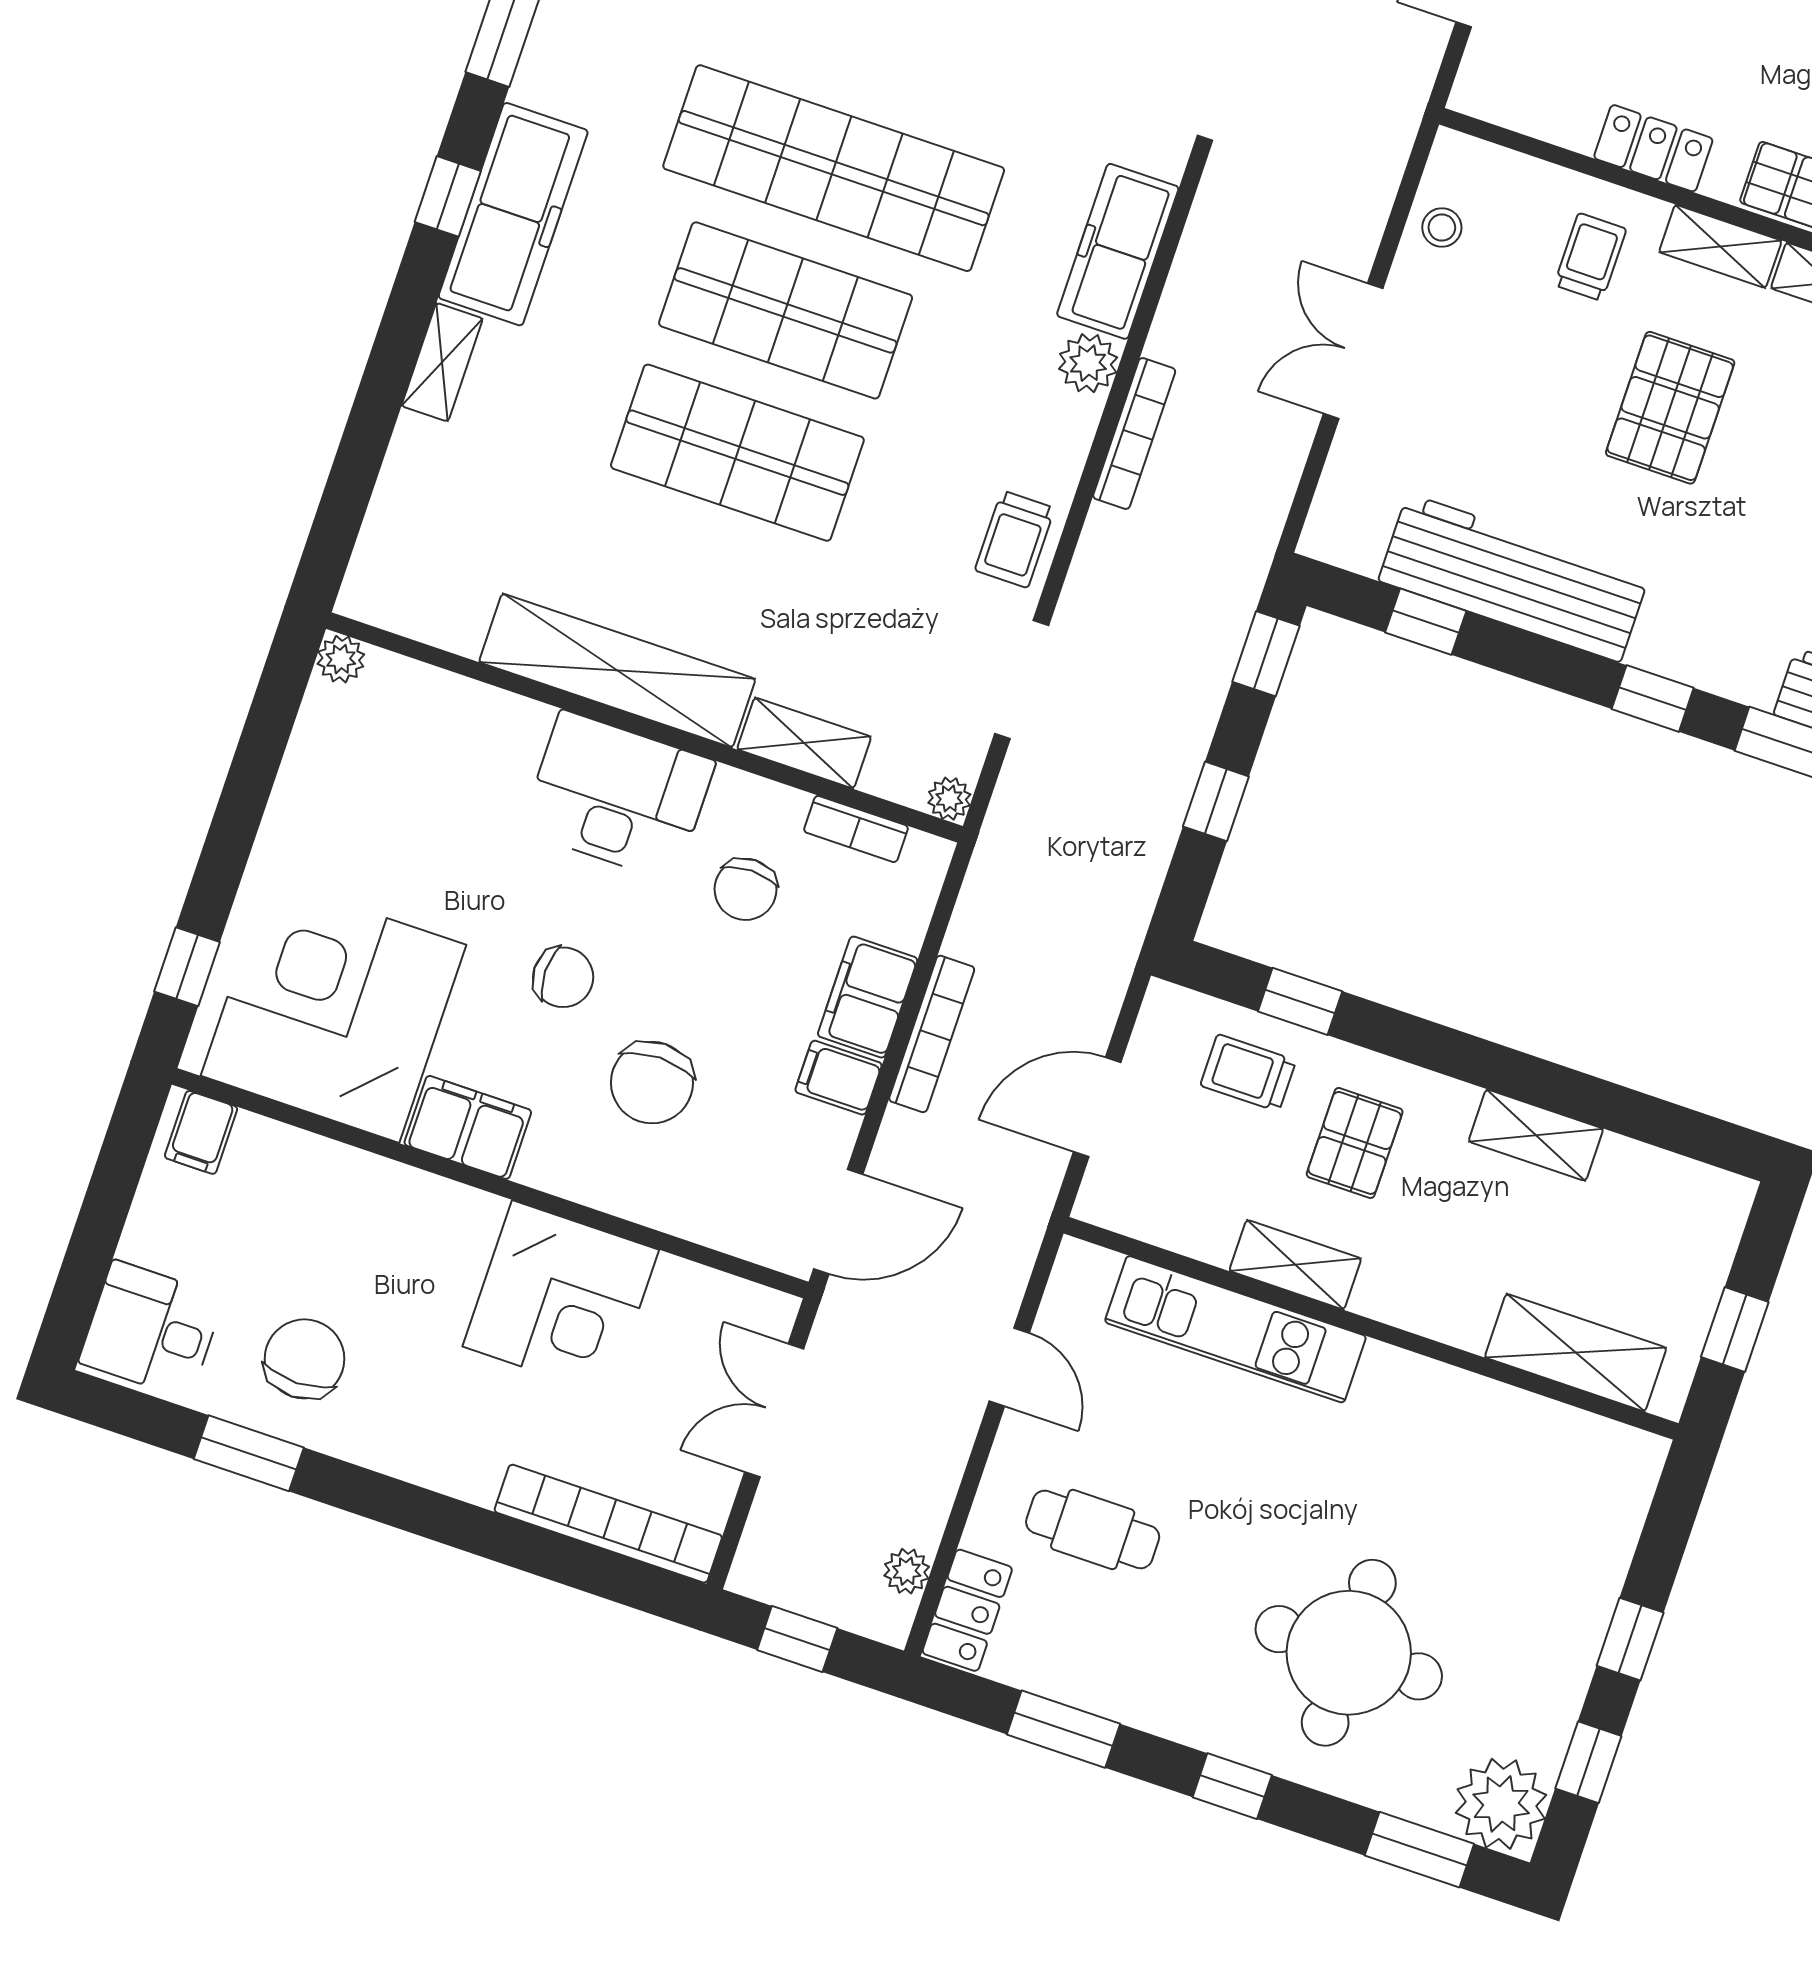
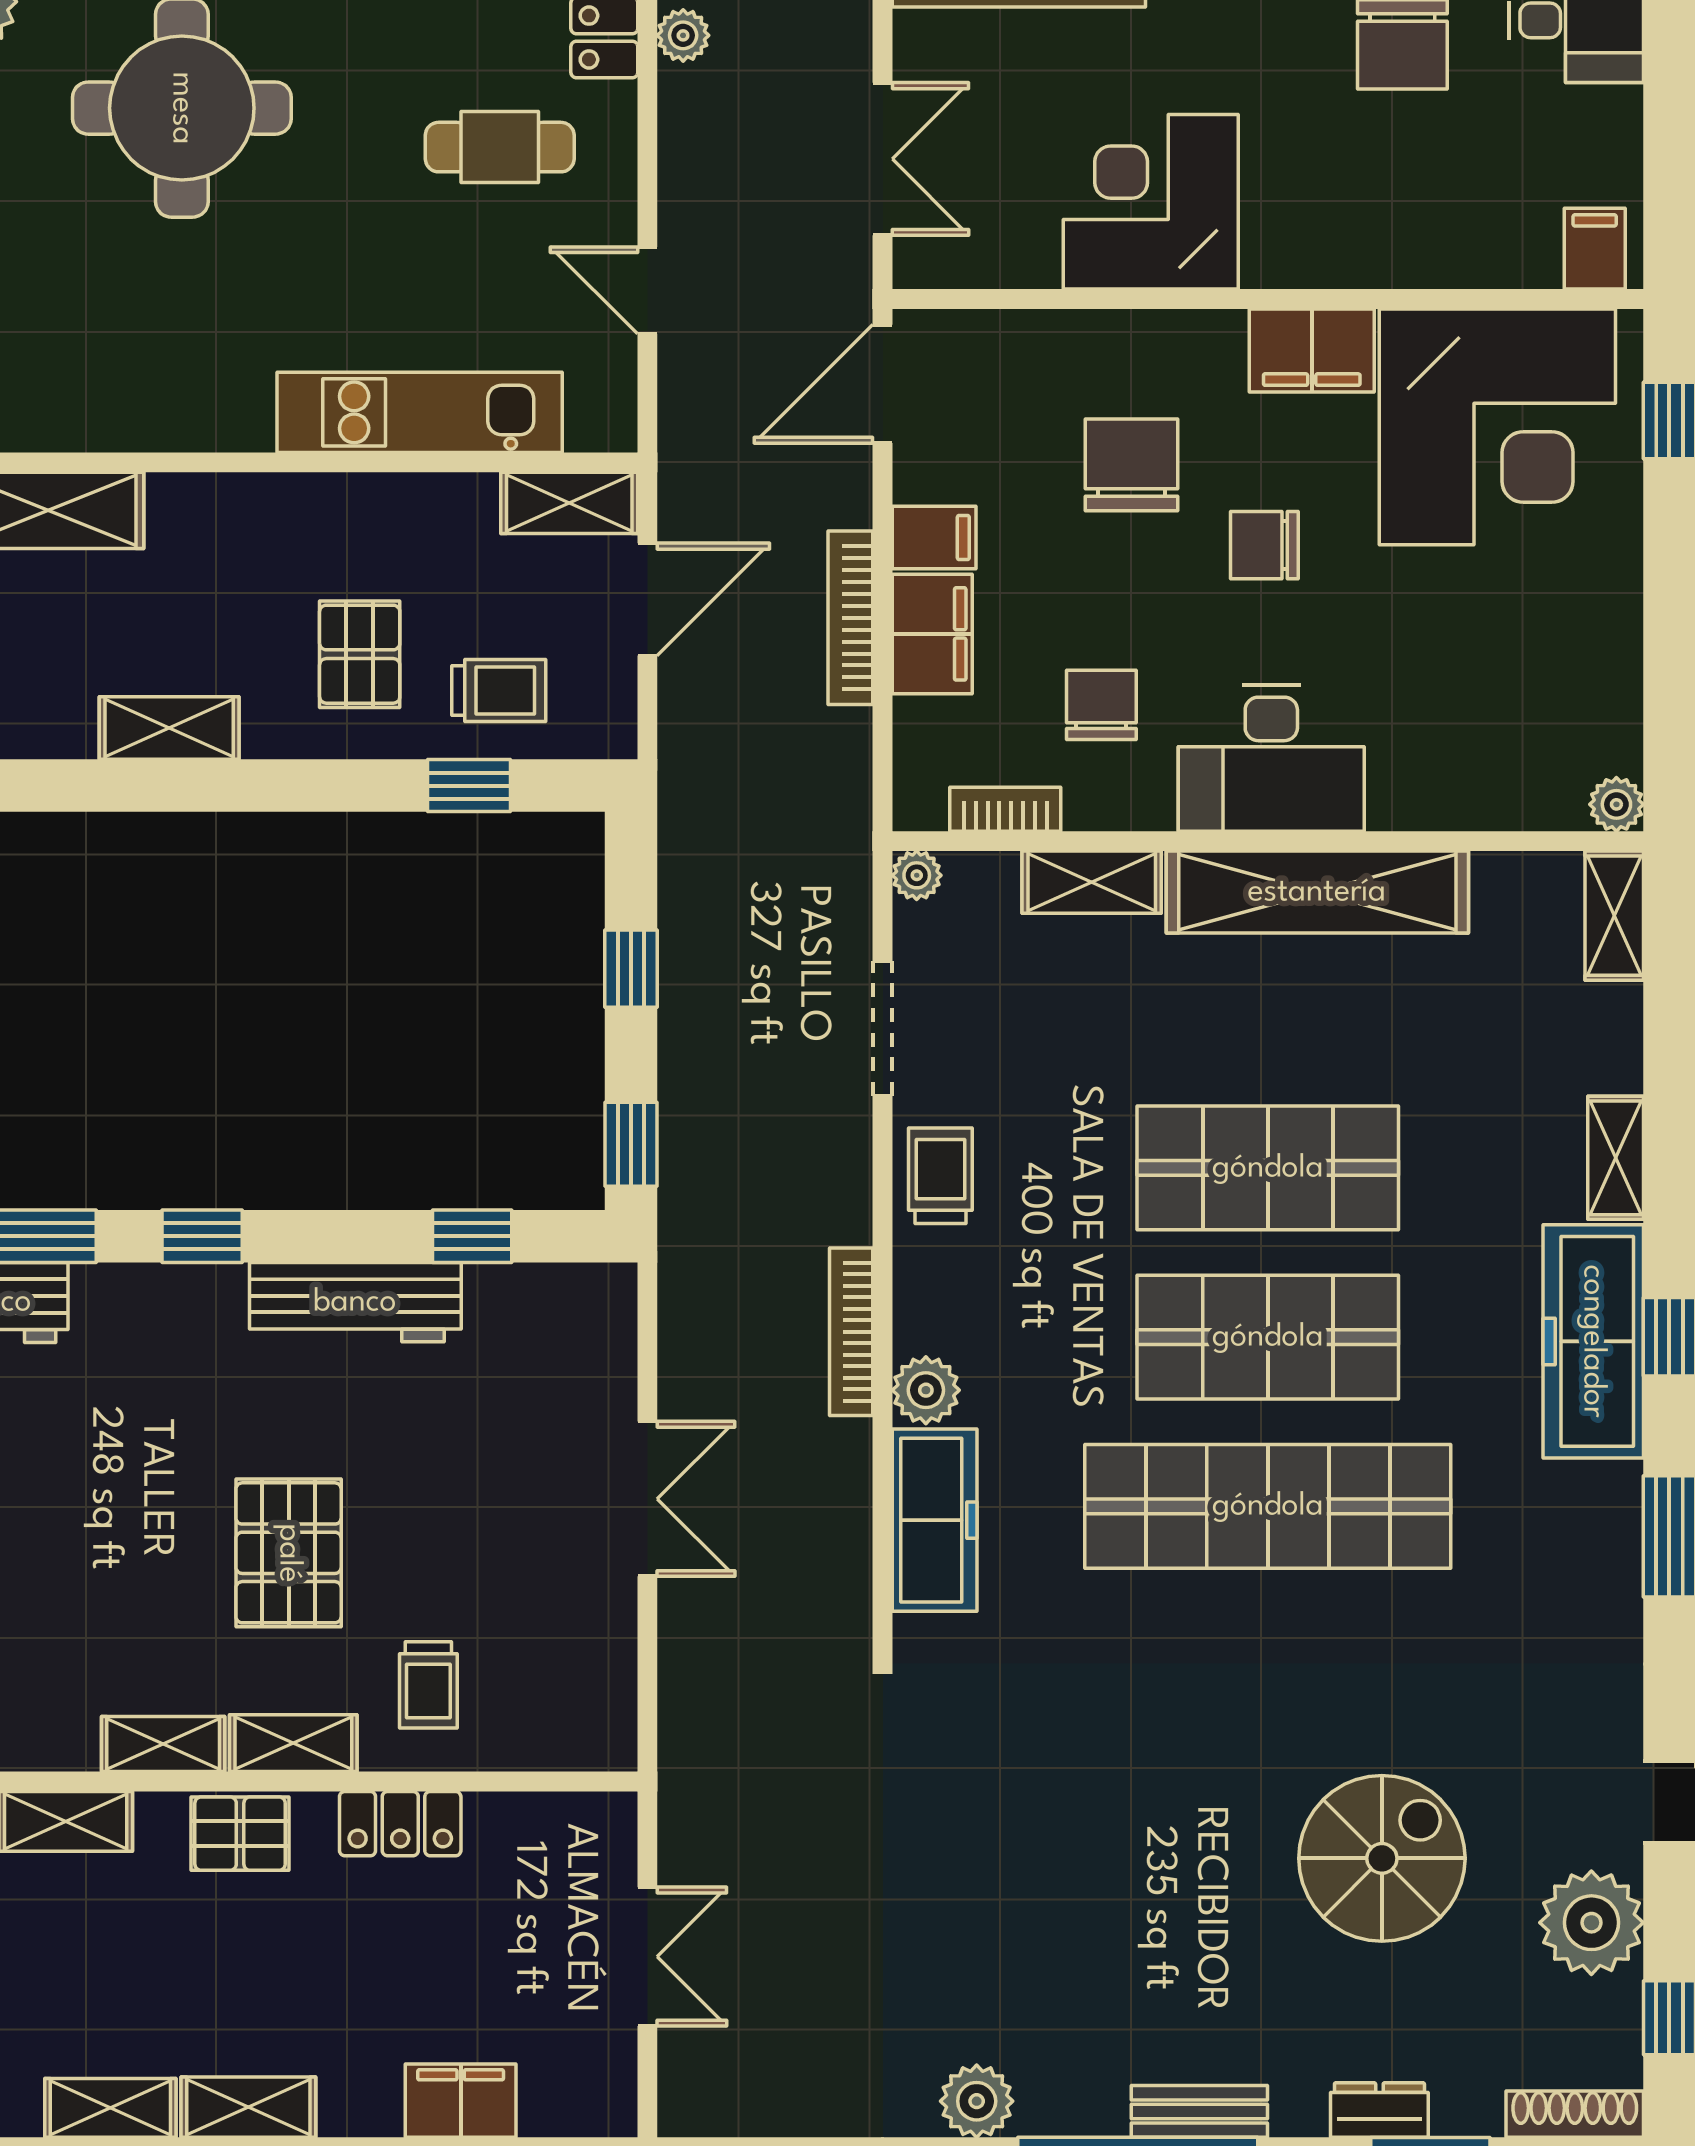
stool: (1442, 228) -> (597, 1663), removed
shelving: (374, 566) -> (1614, 916), added
workbench: (1514, 578) -> (355, 1302), width x0.73, depth x0.76
shelving: (1295, 1265) -> (569, 503), moved

